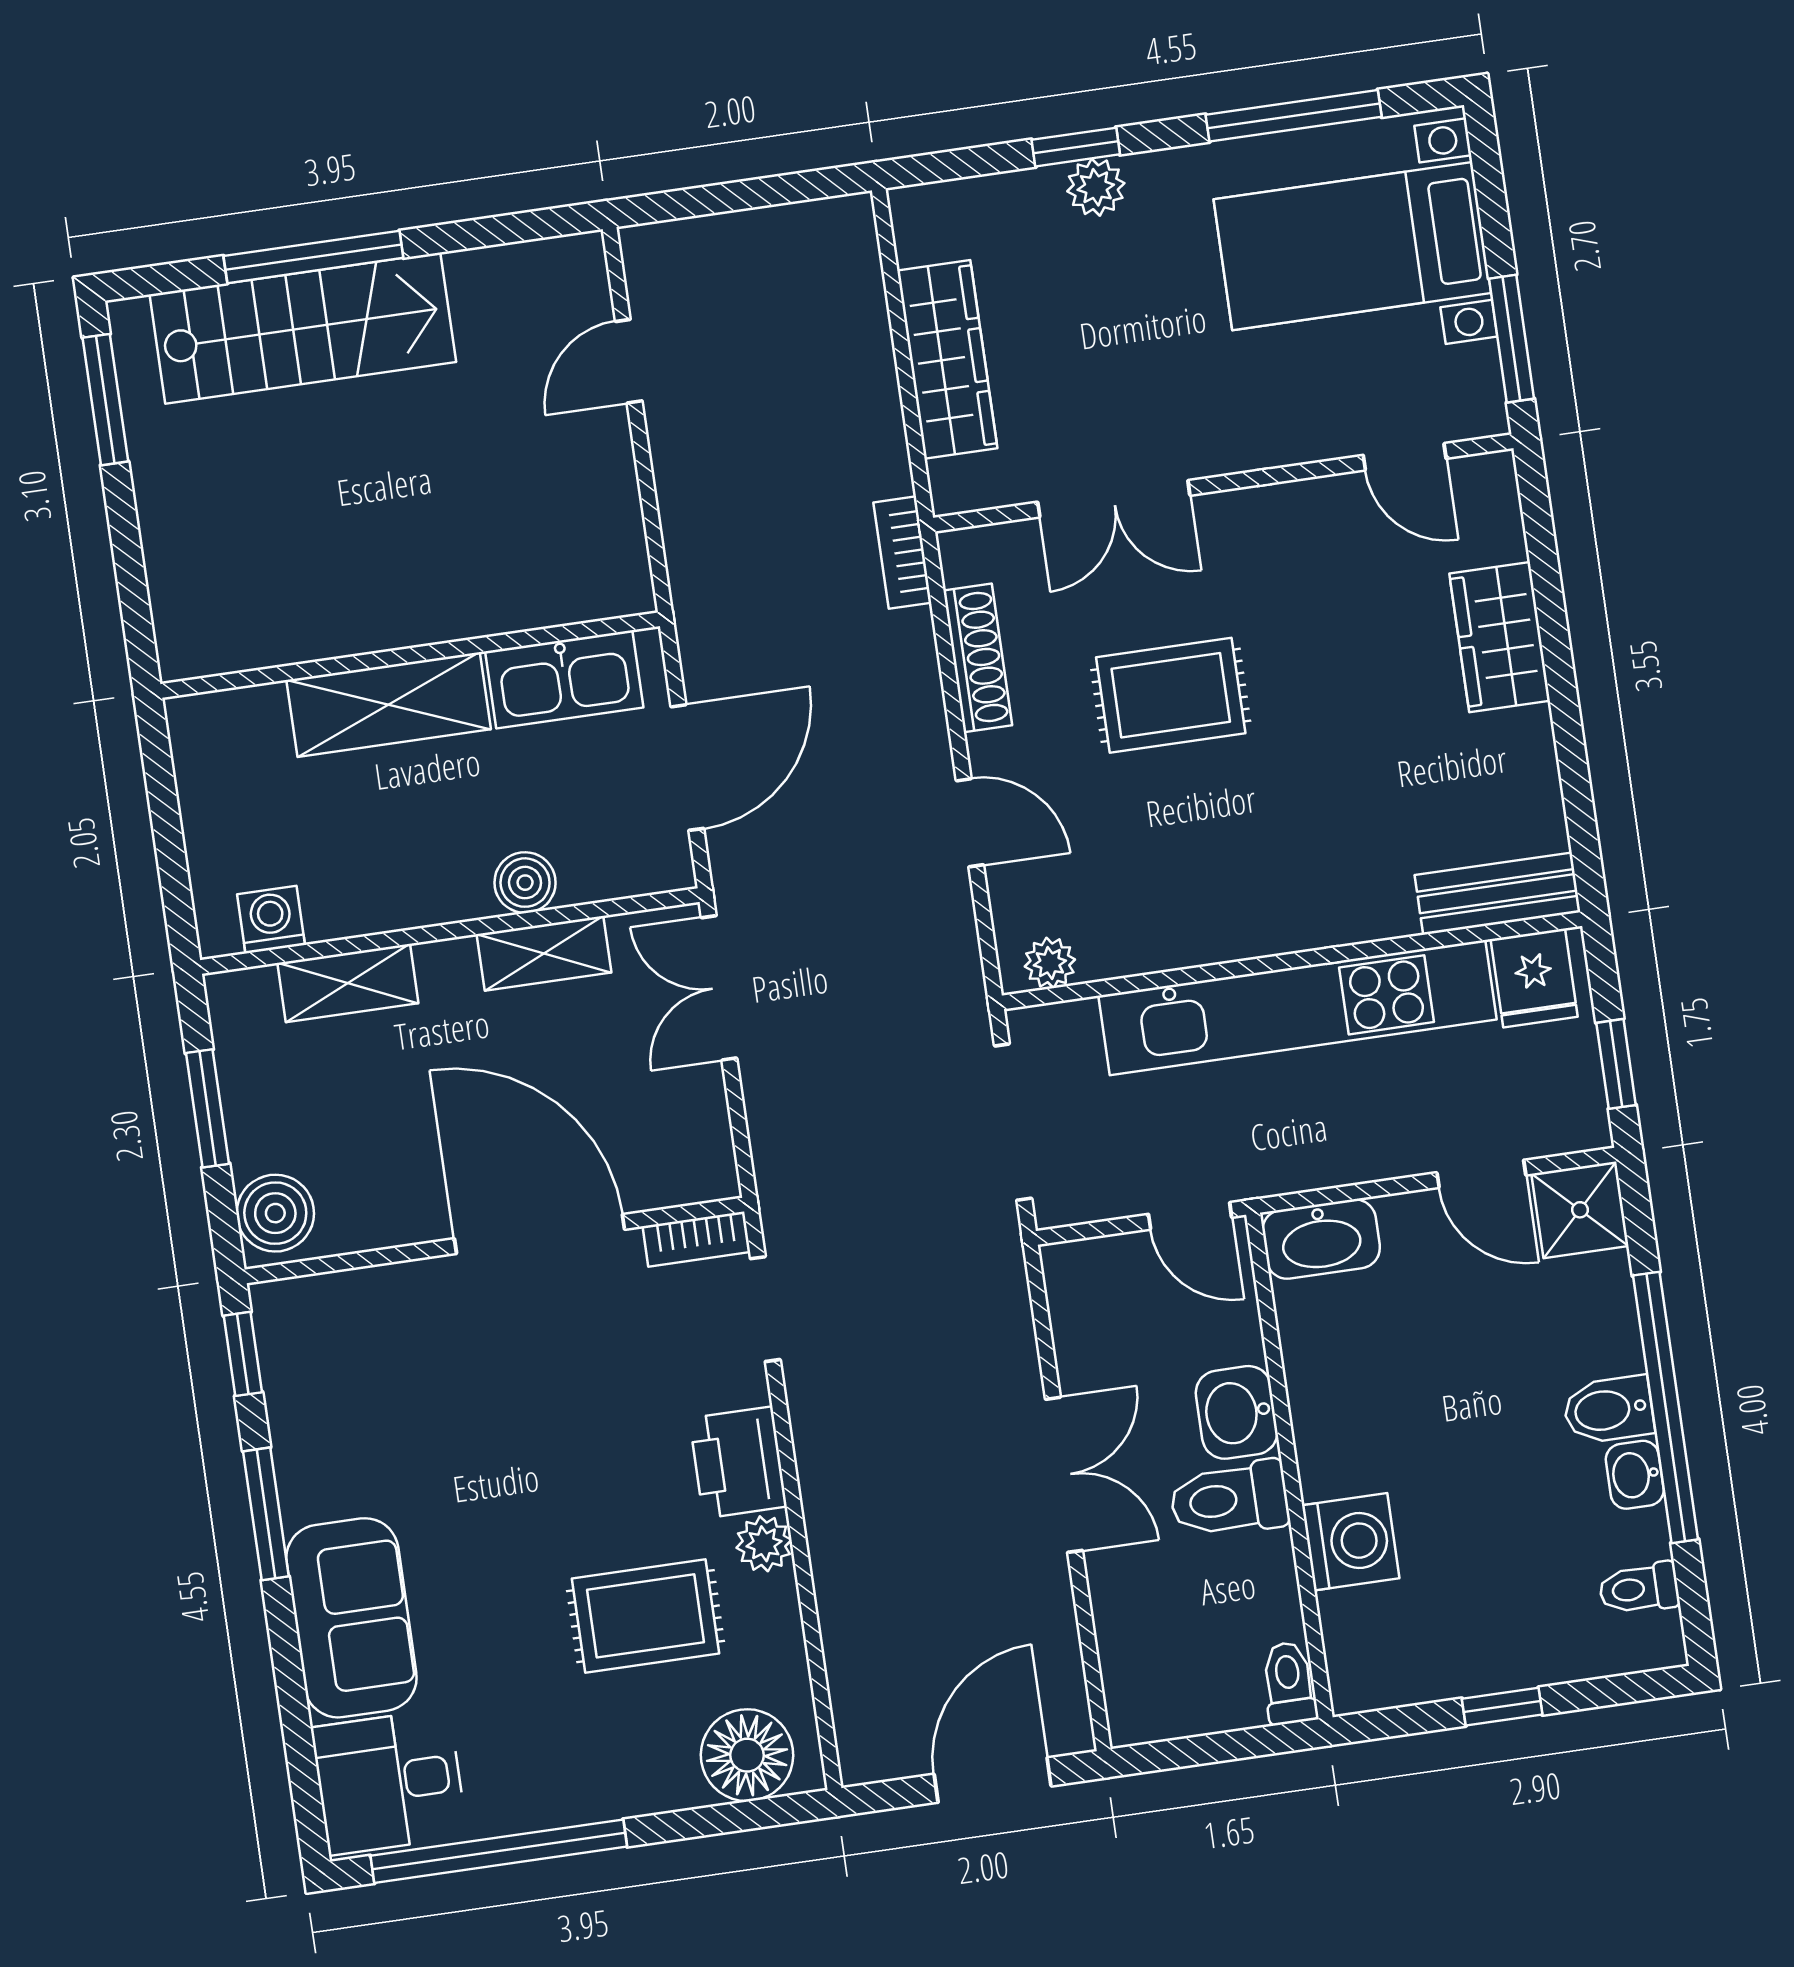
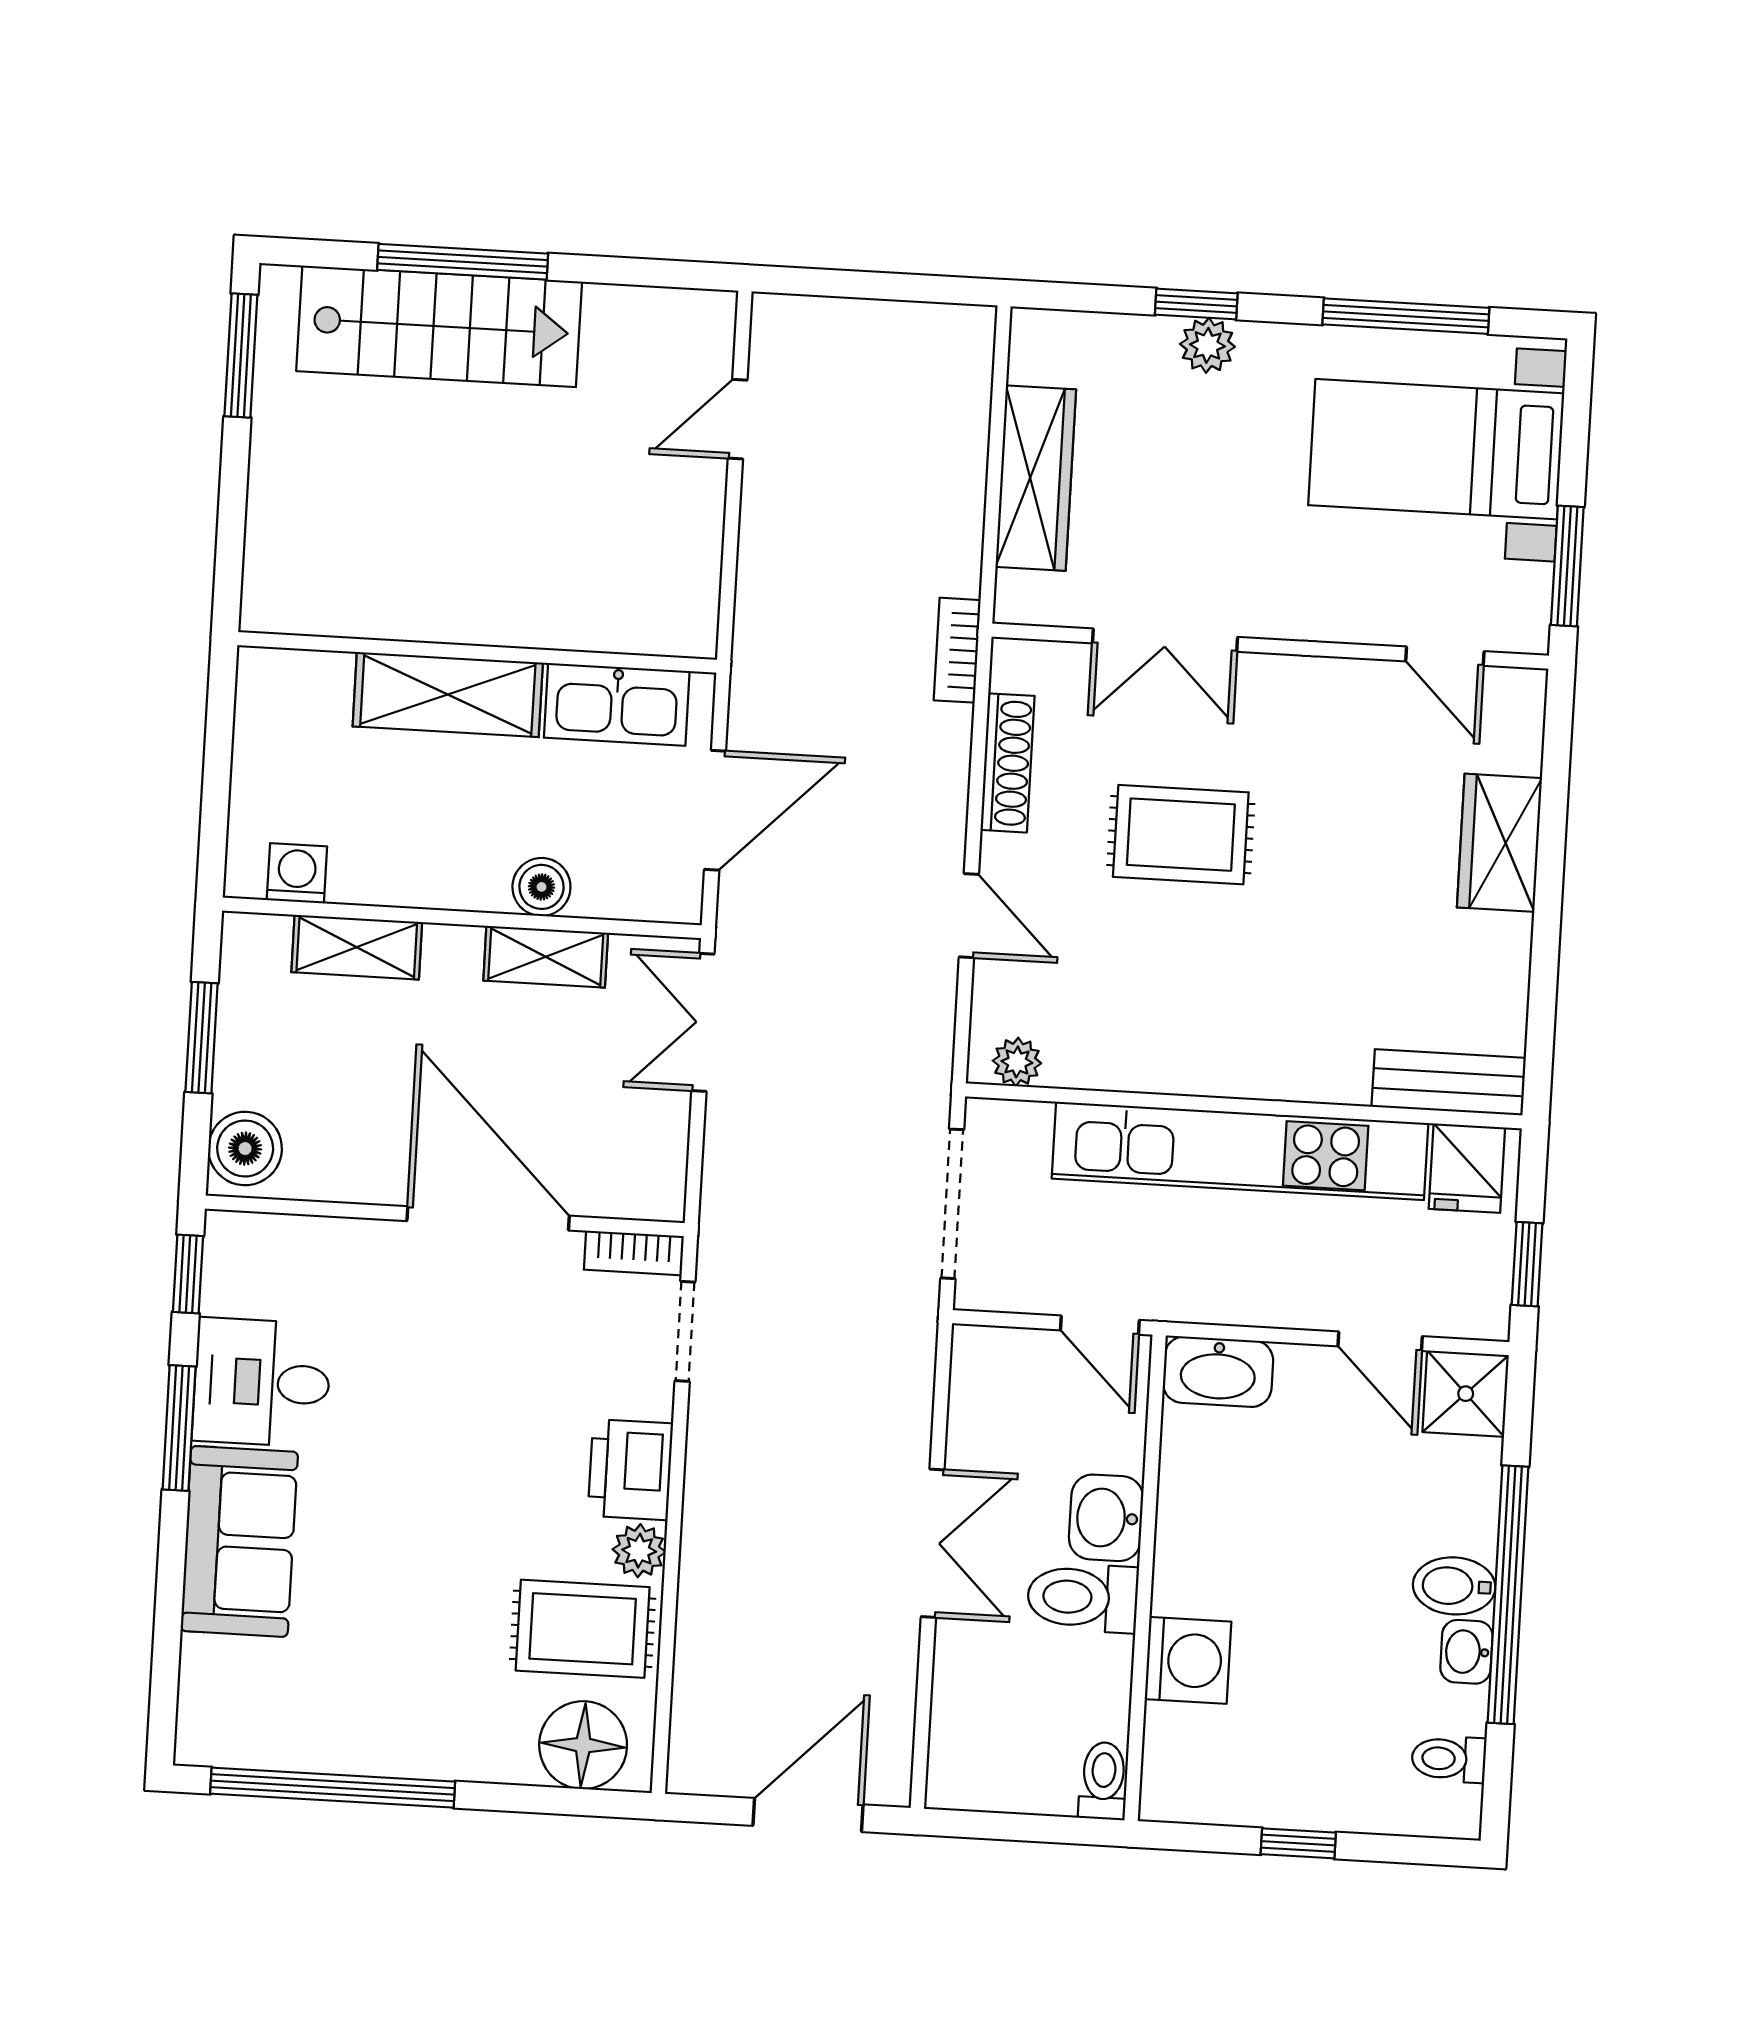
rug: (645, 1616) -> (583, 1629), moved
desk: (389, 1782) -> (262, 1382), moved

